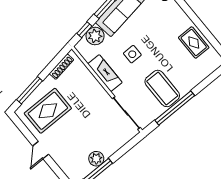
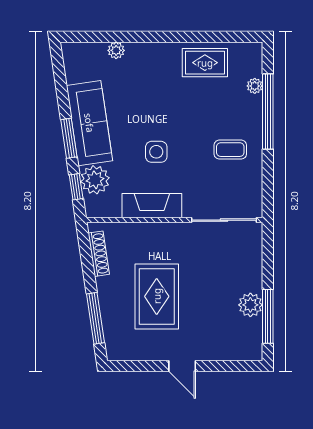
plant: (202, 75) -> (255, 86), added
coffee table: (162, 88) -> (230, 150), width x0.54, depth x0.58
window: (175, 108) -> (268, 111), moved
rug: (48, 111) -> (157, 296), moved

